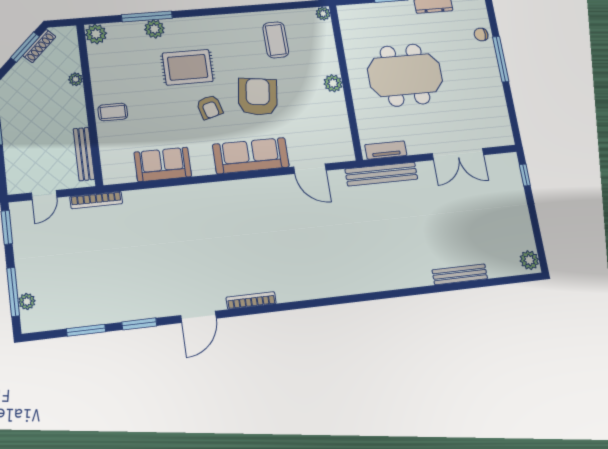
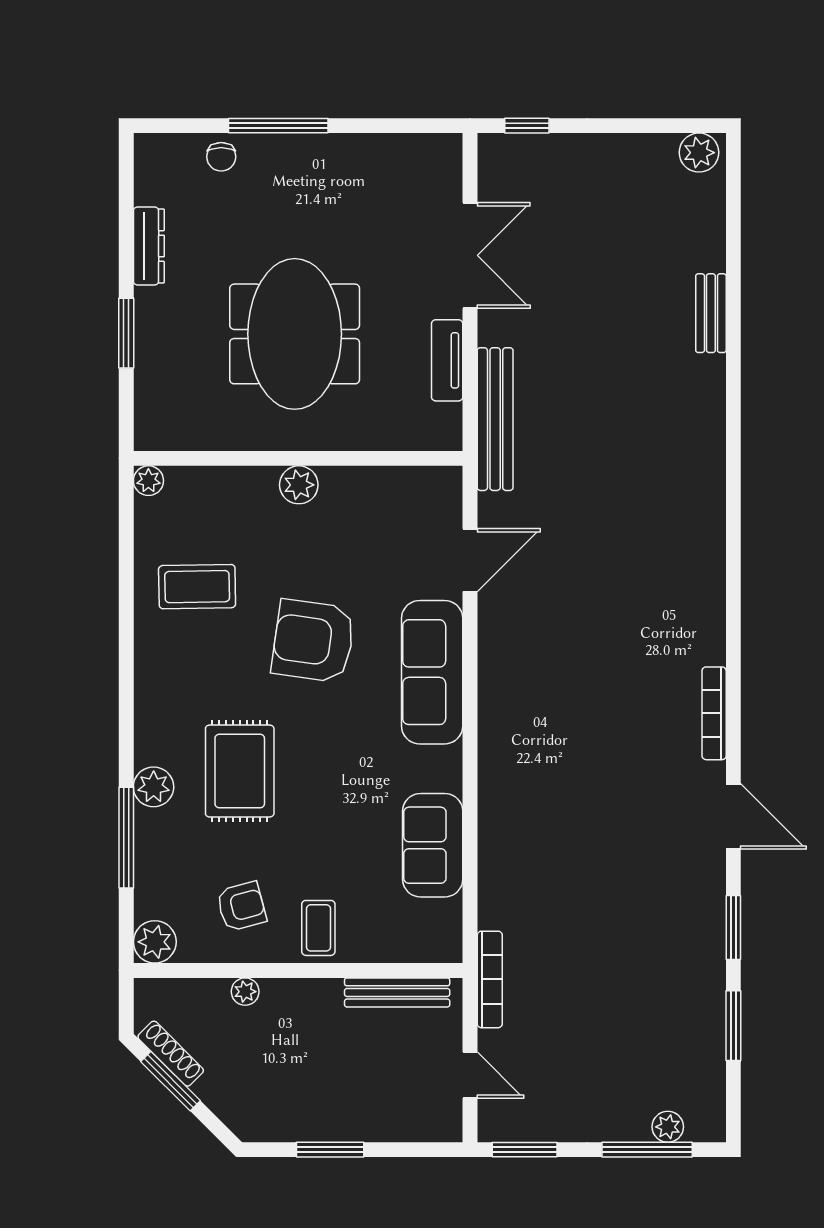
plant: (154, 29) -> (154, 787), moved
armchair: (210, 107) -> (241, 906), moved
tv unit: (386, 150) -> (447, 360), moved
bench: (460, 274) -> (711, 313), width x0.73

